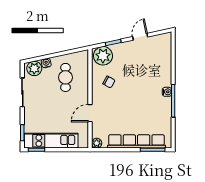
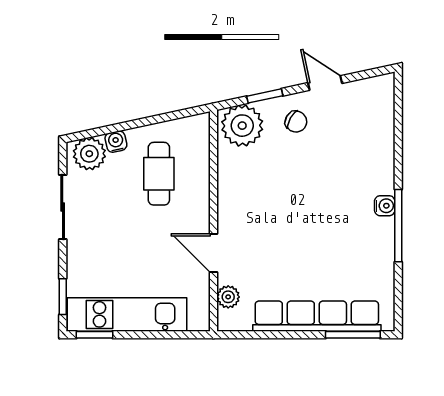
door: (140, 37) -> (325, 83), hinge flipped
chair: (109, 82) -> (296, 122), moved
door: (90, 113) -> (213, 253), hinge flipped
plant: (97, 143) -> (228, 297), moved

